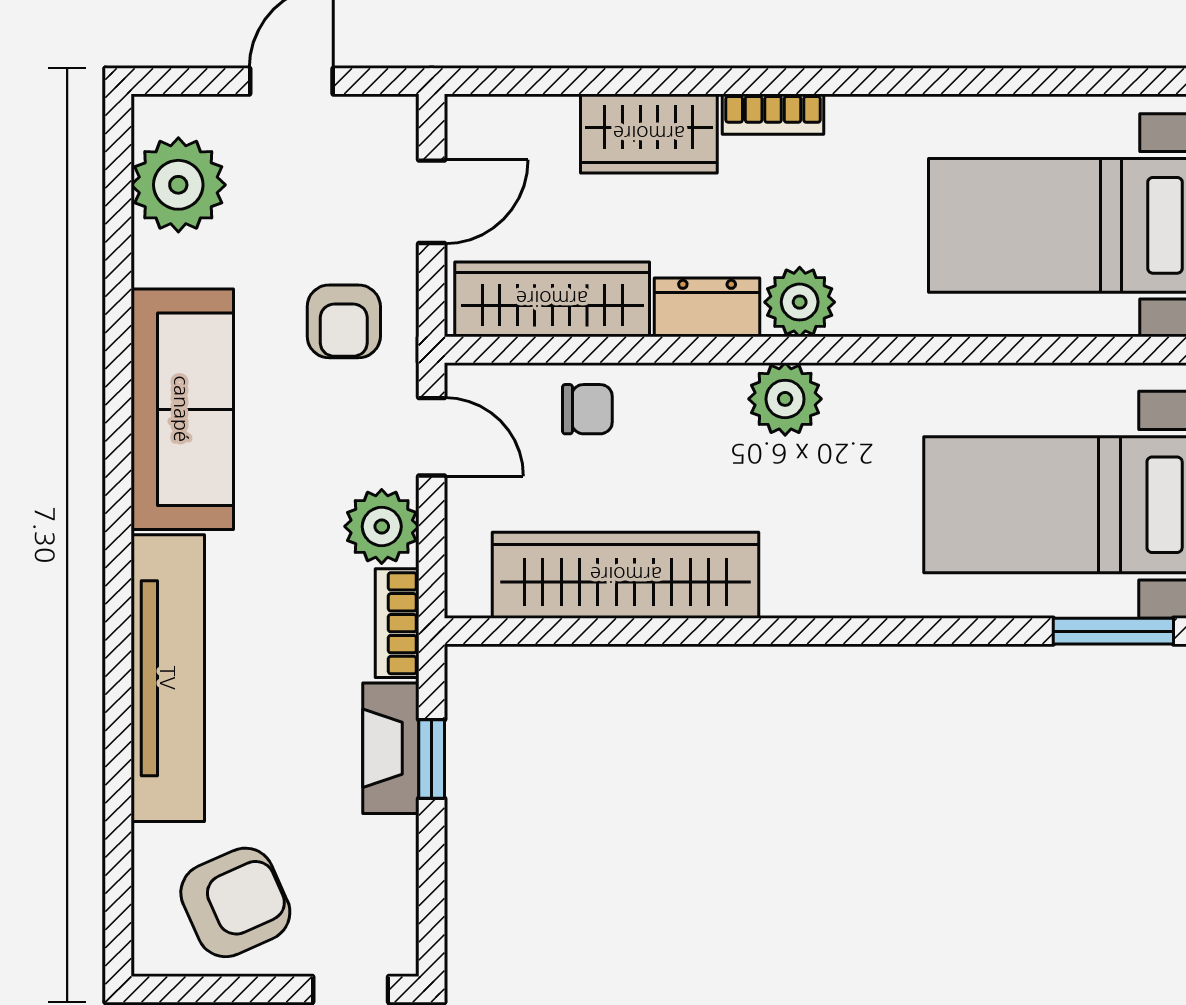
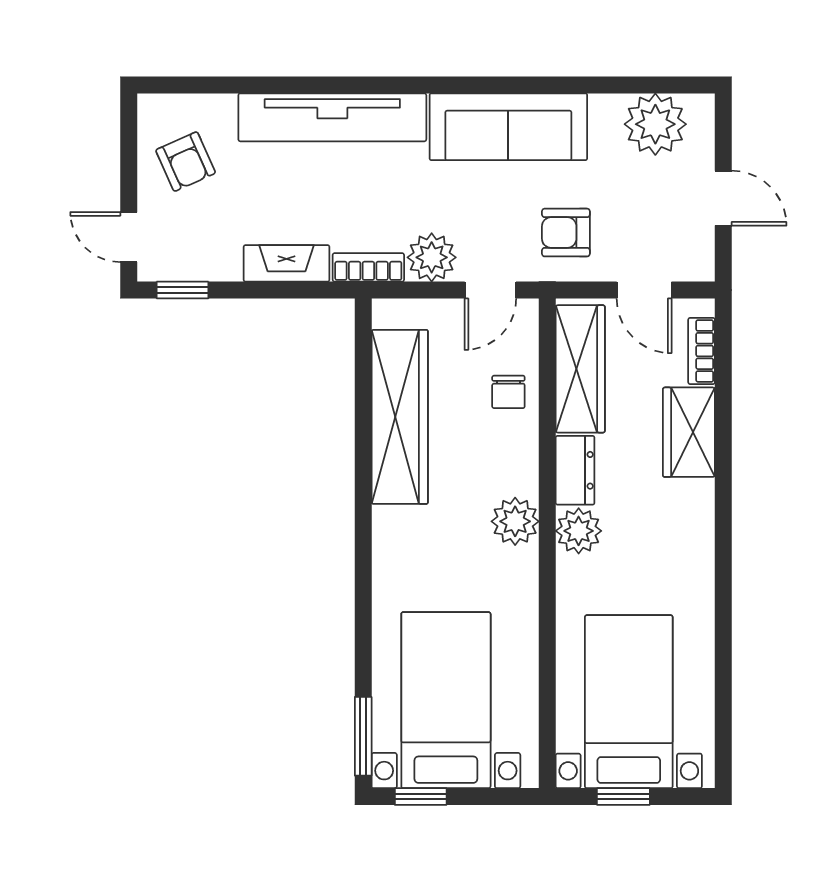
bookcase: (773, 114) -> (702, 351), moved
window: (432, 759) -> (182, 290), moved
armchair: (235, 902) -> (186, 162), width x0.72, depth x0.72

